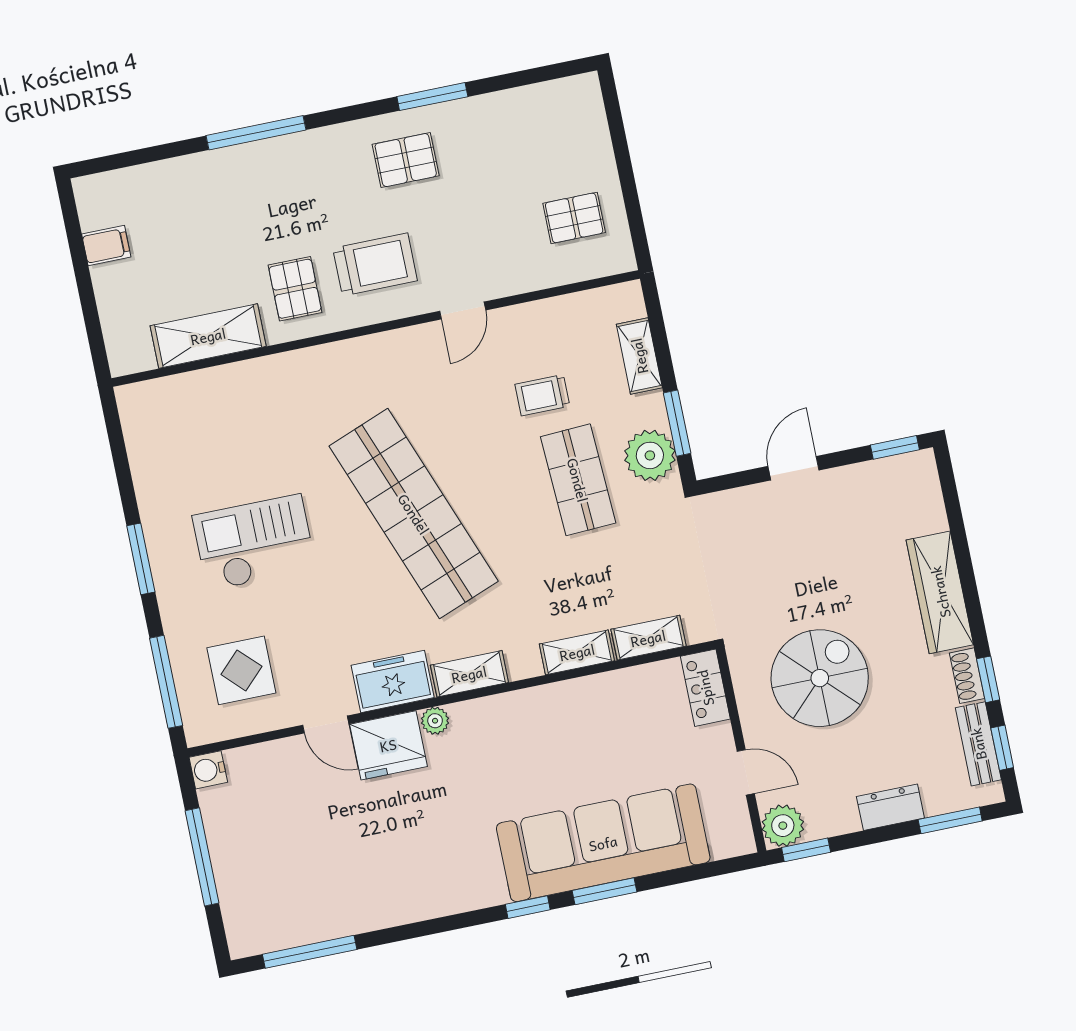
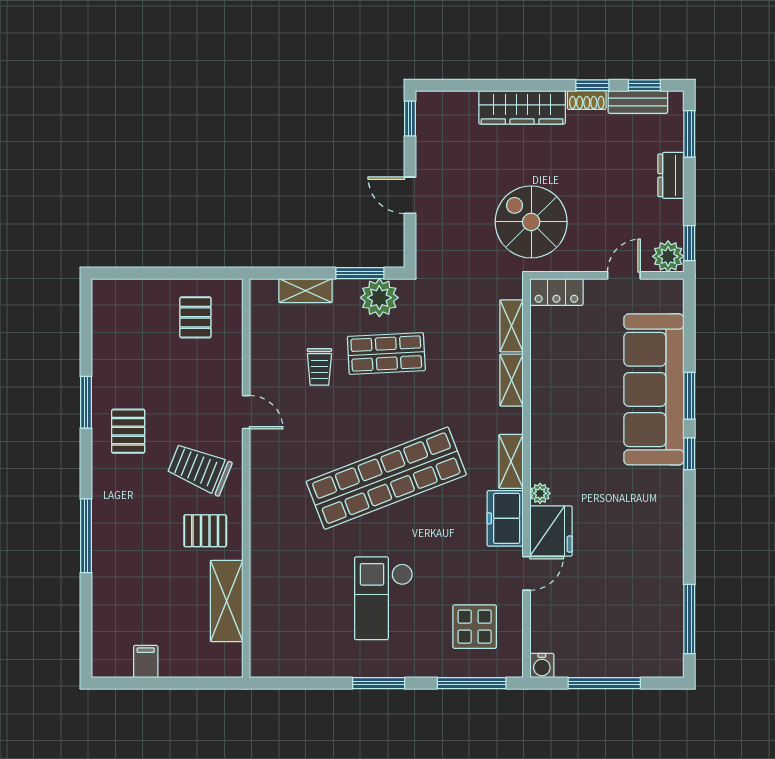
trolley: (375, 264) -> (199, 469), turned -68
spiral stairs: (820, 678) -> (531, 222), moved

